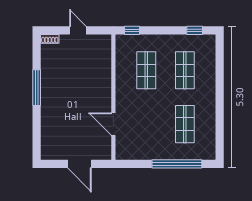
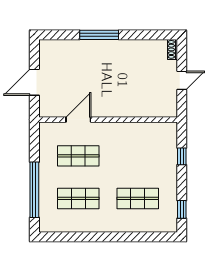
window: (132, 30) -> (182, 156), moved
shop shelf: (146, 70) -> (78, 156), moved
window: (37, 88) -> (99, 35), moved

